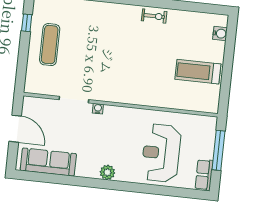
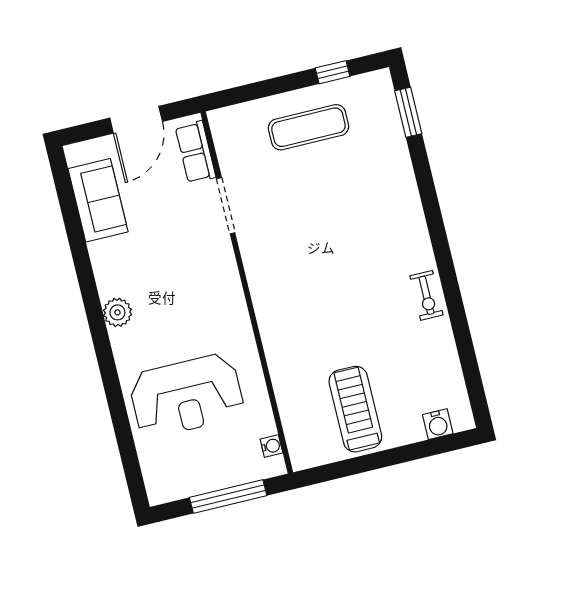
water cooler: (98, 109) -> (271, 446), moved
reception desk: (161, 153) -> (187, 396), turned 180
sofa: (48, 162) -> (98, 200), width x0.73
row of seats: (204, 175) -> (196, 152), moved, turned -90

